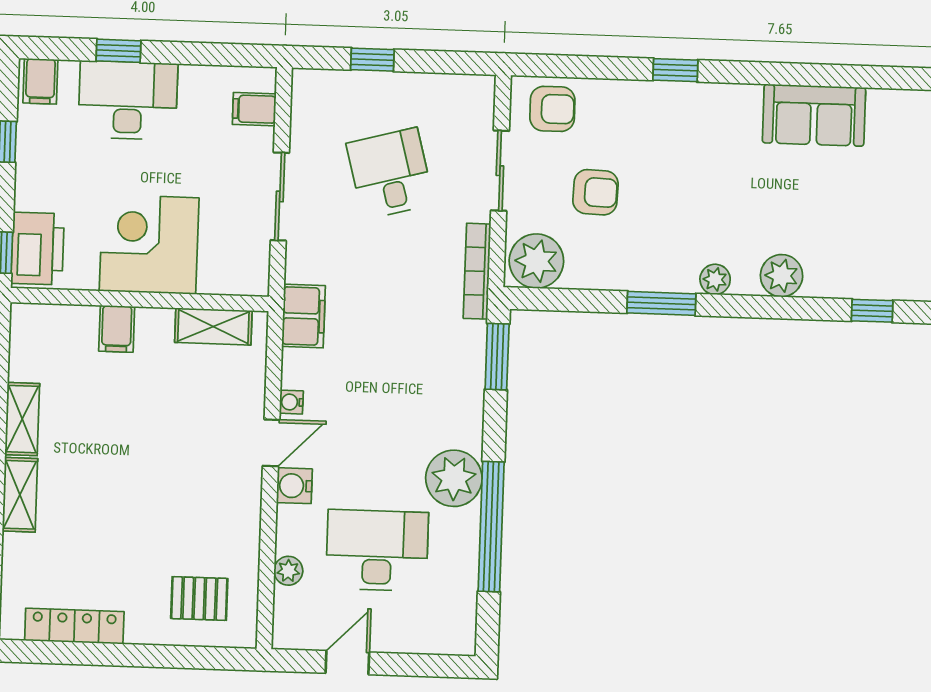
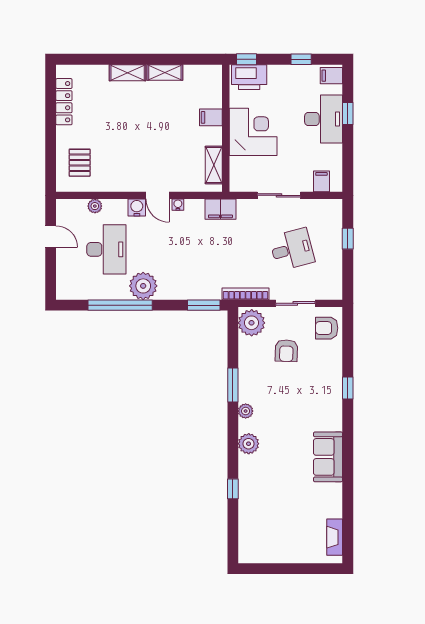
armchair: (552, 109) -> (327, 328), turned 90

